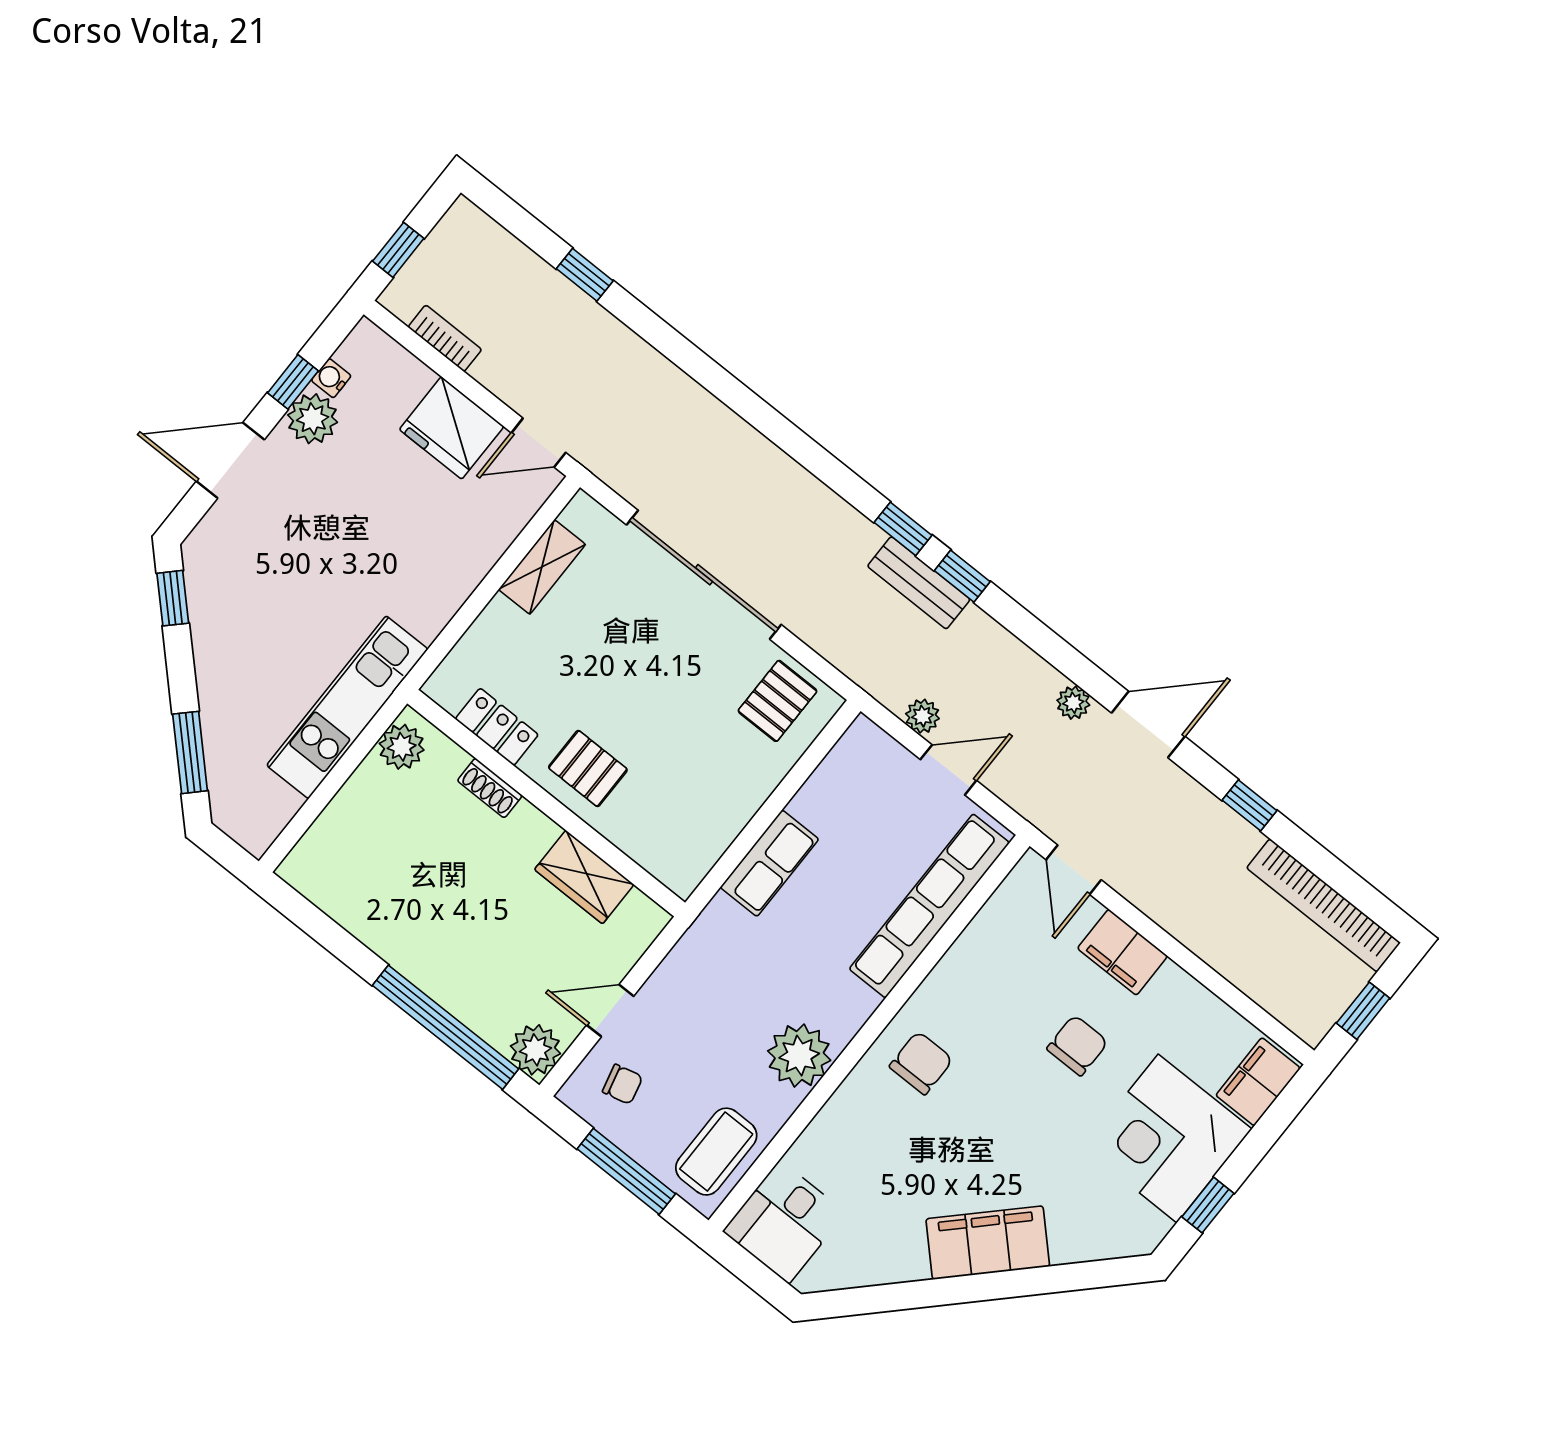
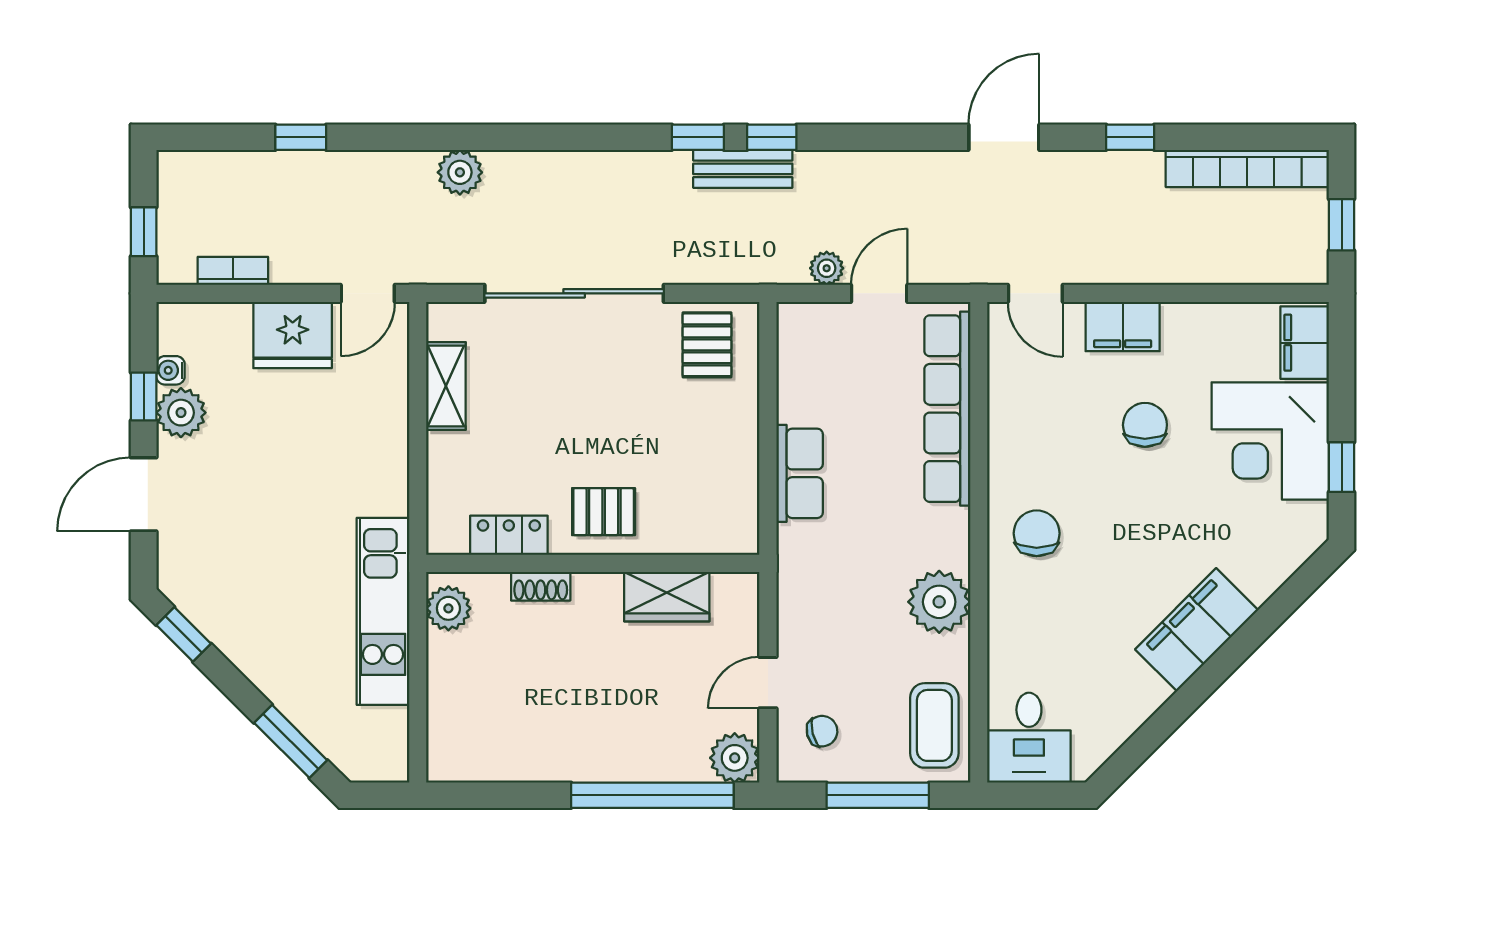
plant: (1073, 703) -> (460, 172), moved, width x1.38, depth x1.38

